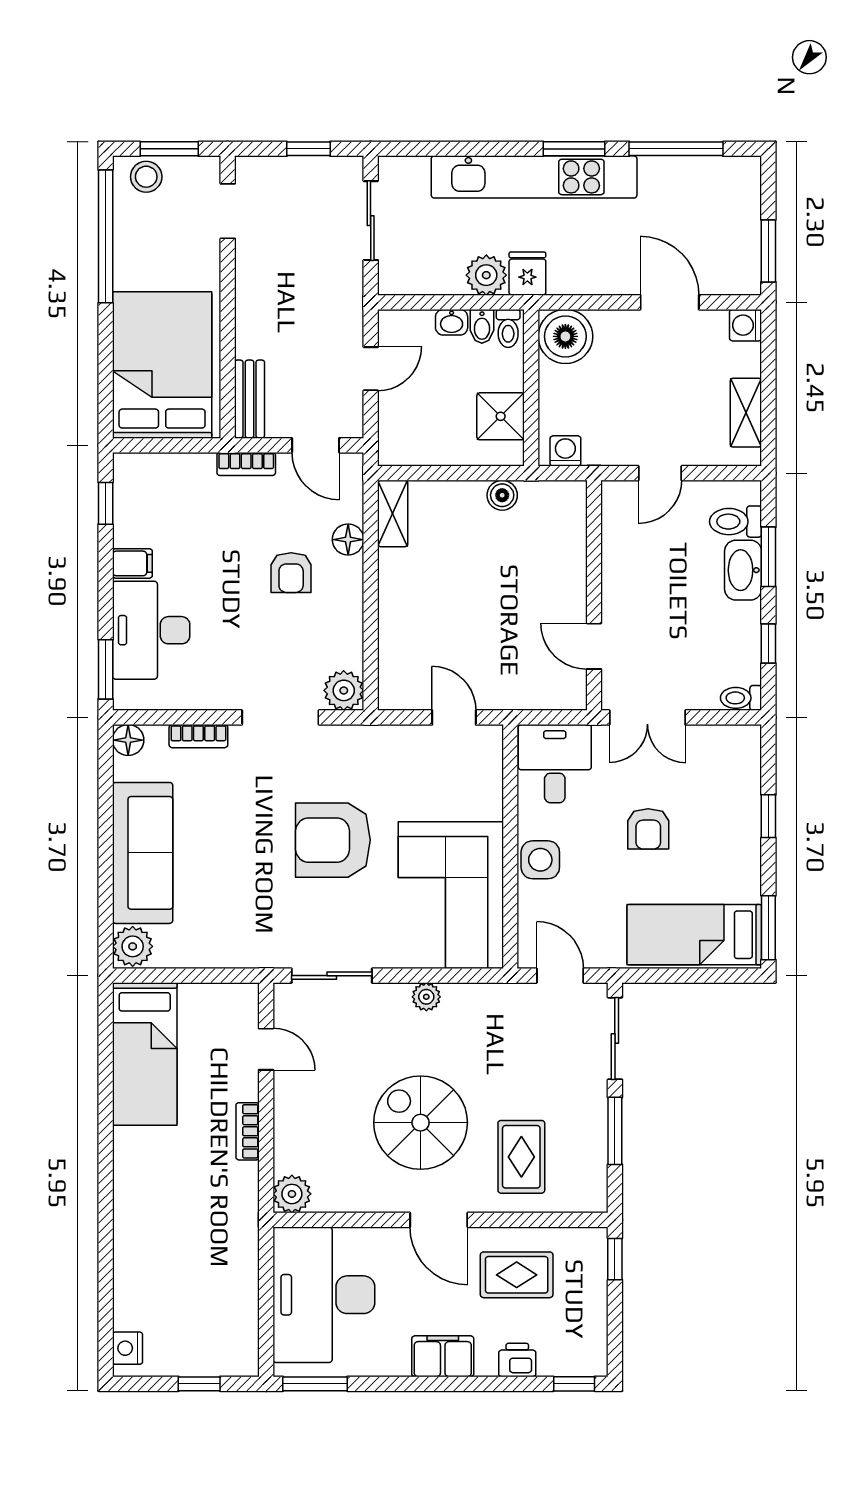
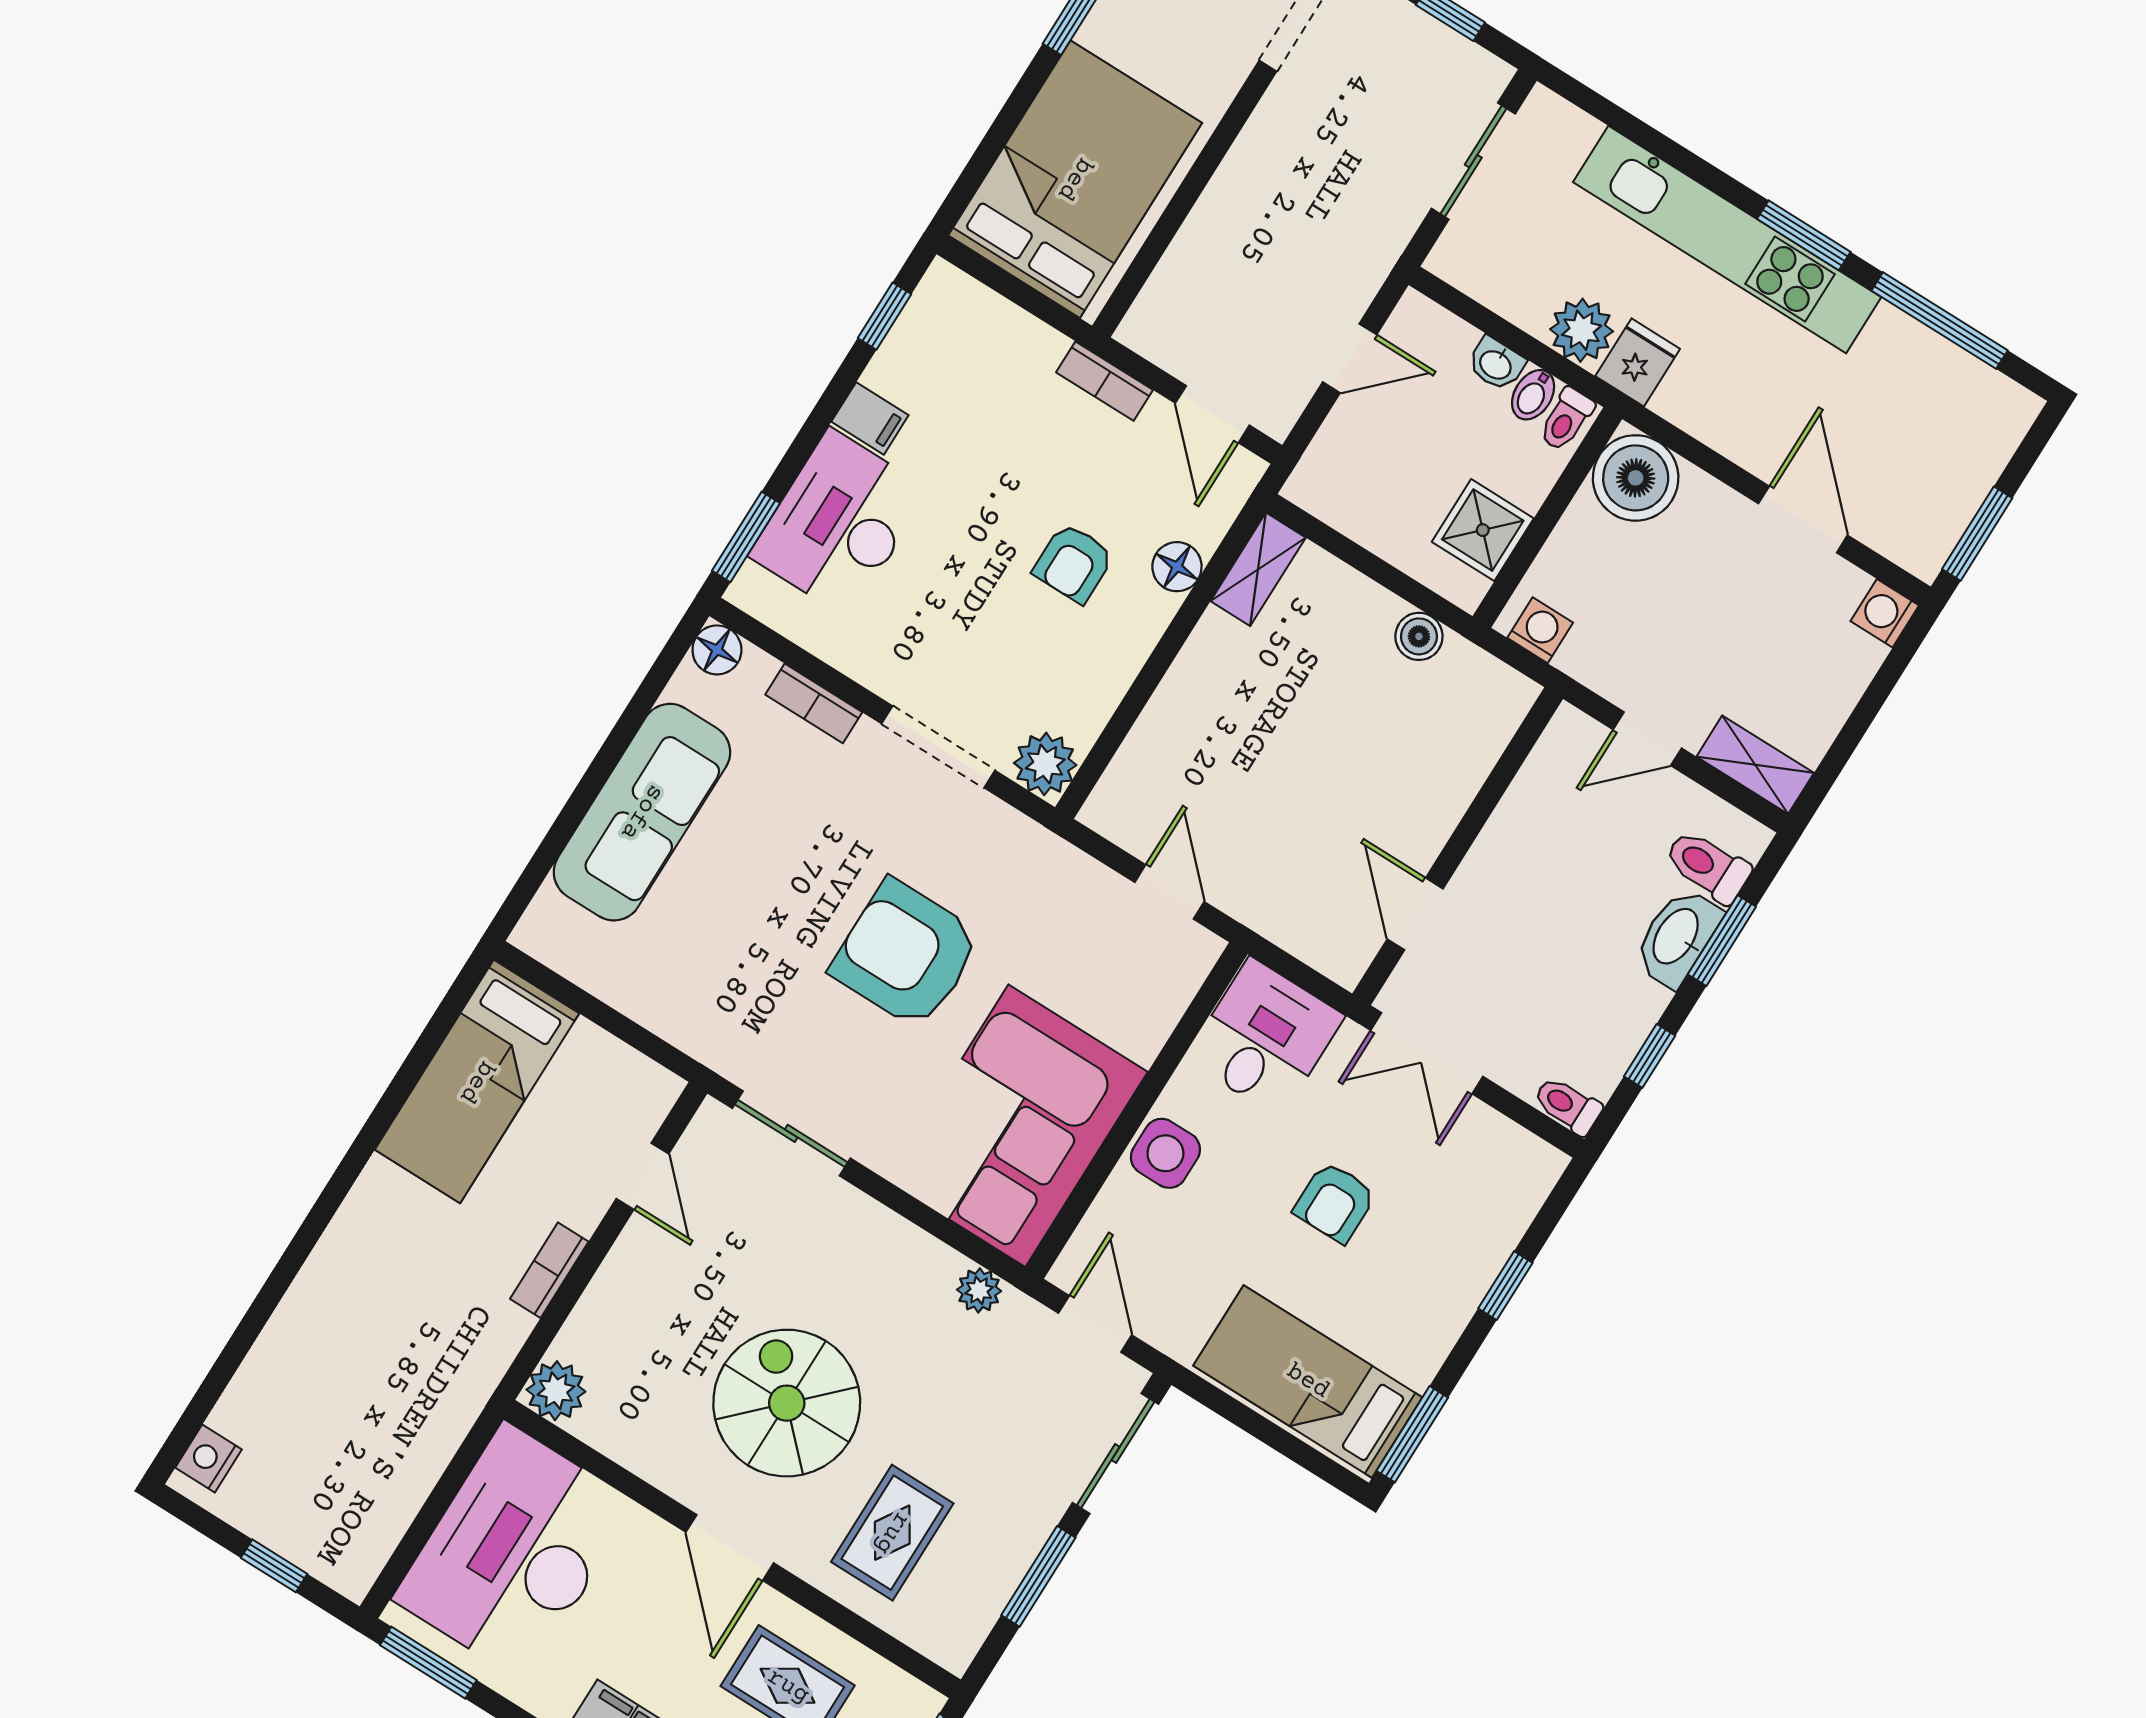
bench: (250, 399) -> (1163, 297), removed
shelving: (746, 413) -> (1755, 765), moved, turned 90
plant: (133, 946) -> (551, 928), removed
plant: (426, 997) -> (979, 1290), moved

